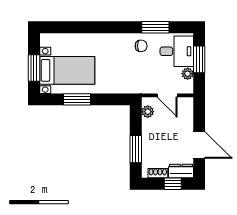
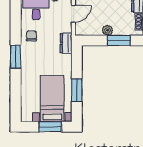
window: (155, 27) -> (16, 57), moved
dresser: (133, 87) -> (66, 43), added
plant: (148, 112) -> (108, 30), moved

